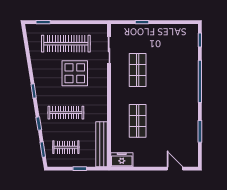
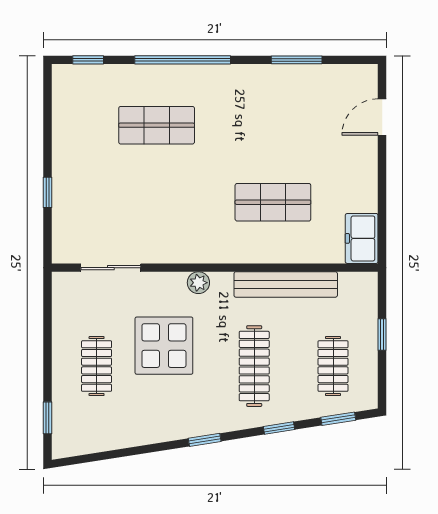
clothes rail: (66, 44) -> (97, 366), width x0.54, depth x0.76
shop shelf: (138, 70) -> (157, 125), moved
plant: (102, 88) -> (198, 283), added
bench: (102, 144) -> (286, 284), moved

